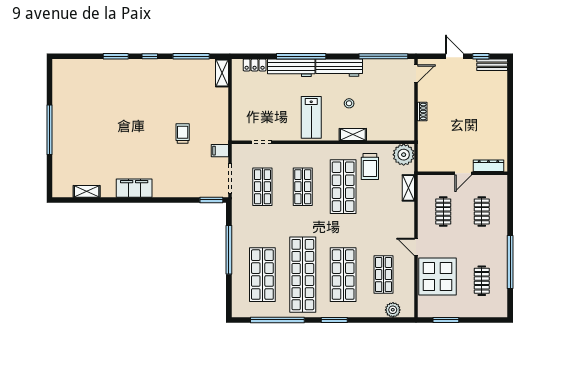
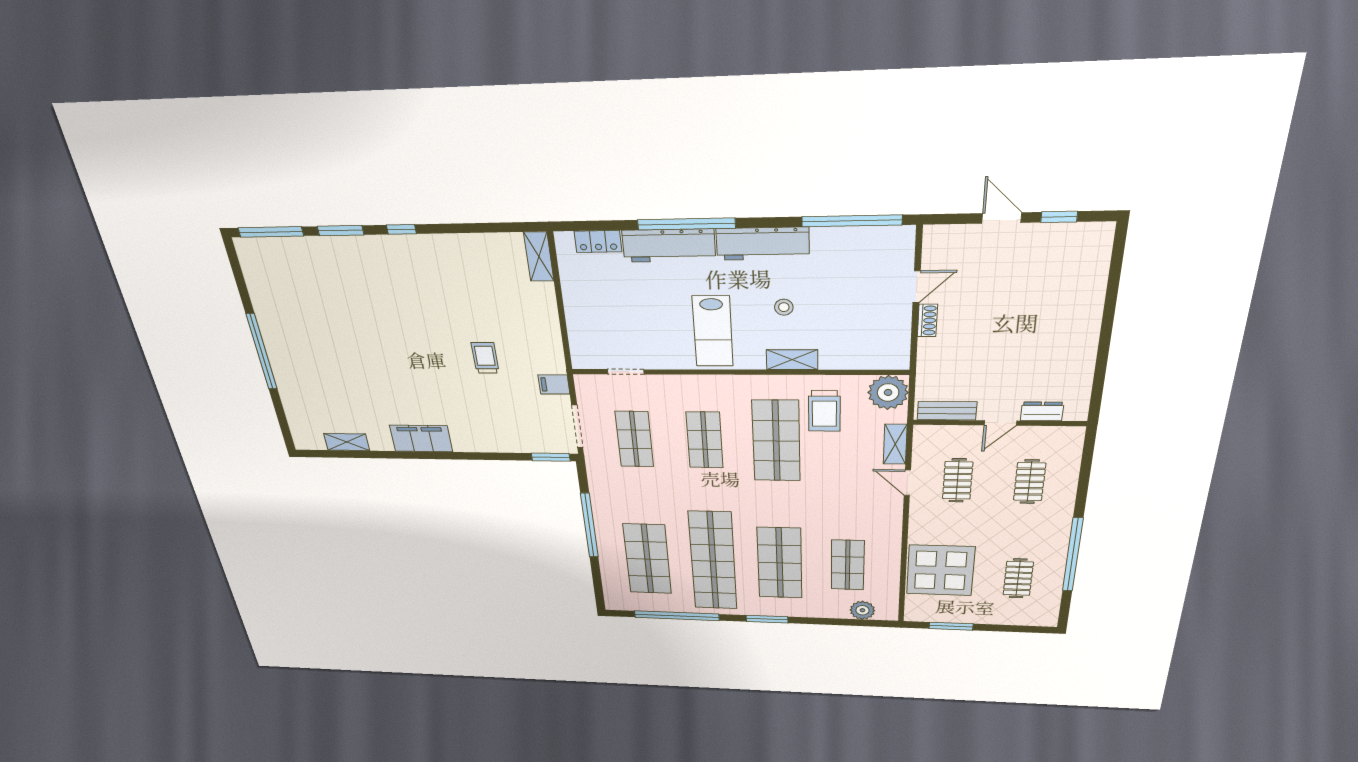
window: (191, 56) -> (271, 232), moved
bench: (492, 65) -> (947, 411), moved
door: (416, 74) -> (917, 287), moved
dresser: (488, 166) -> (1042, 411), width x0.70
door: (416, 247) -> (907, 483), moved

